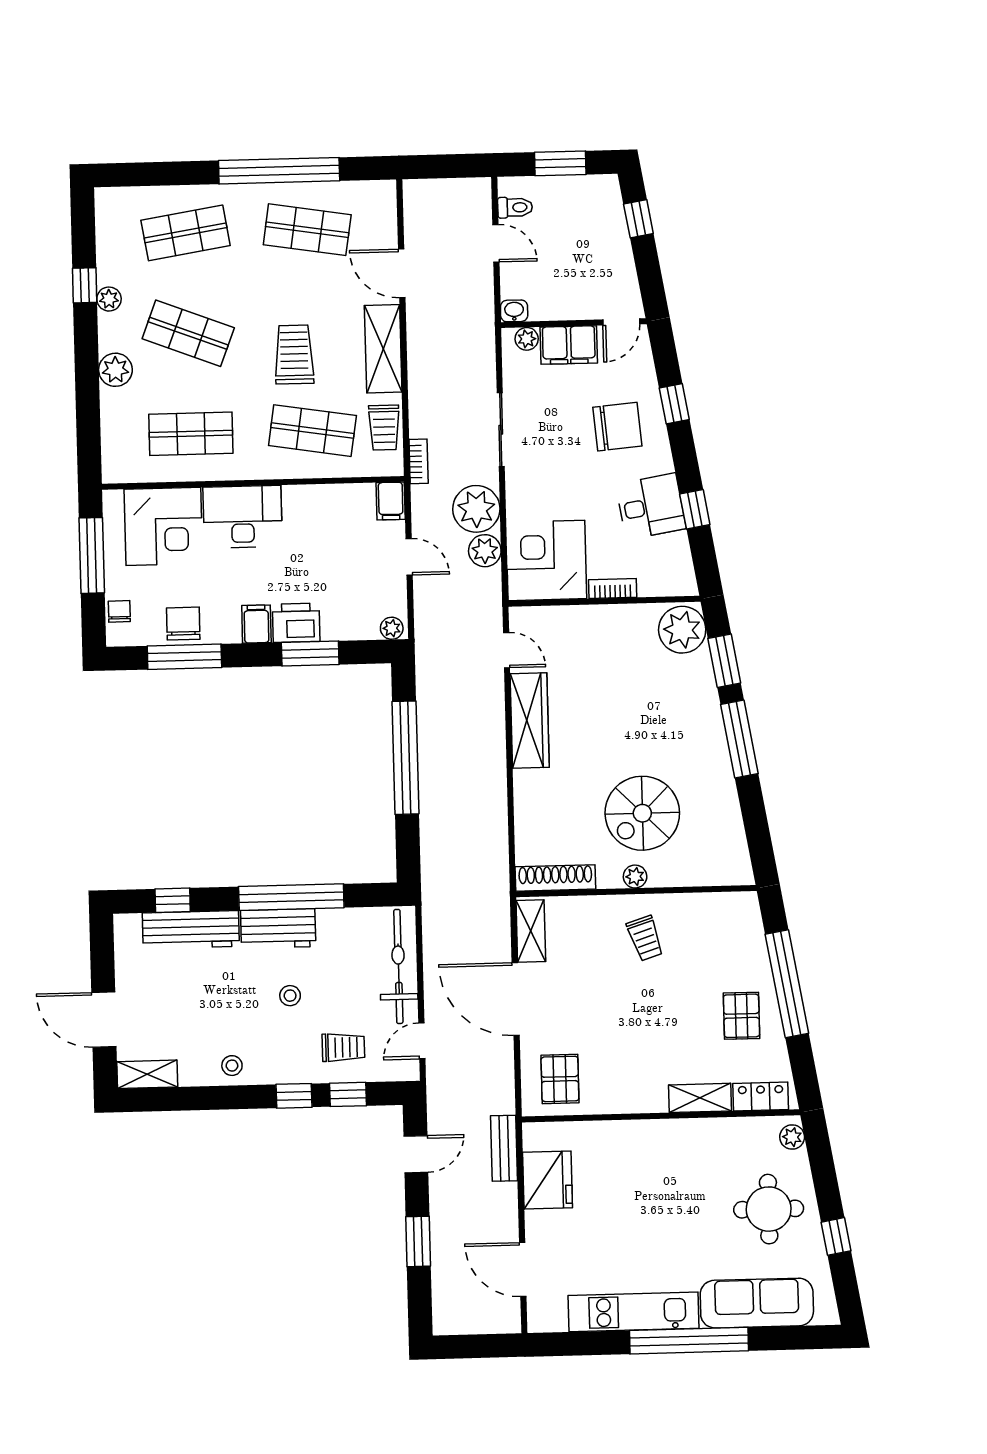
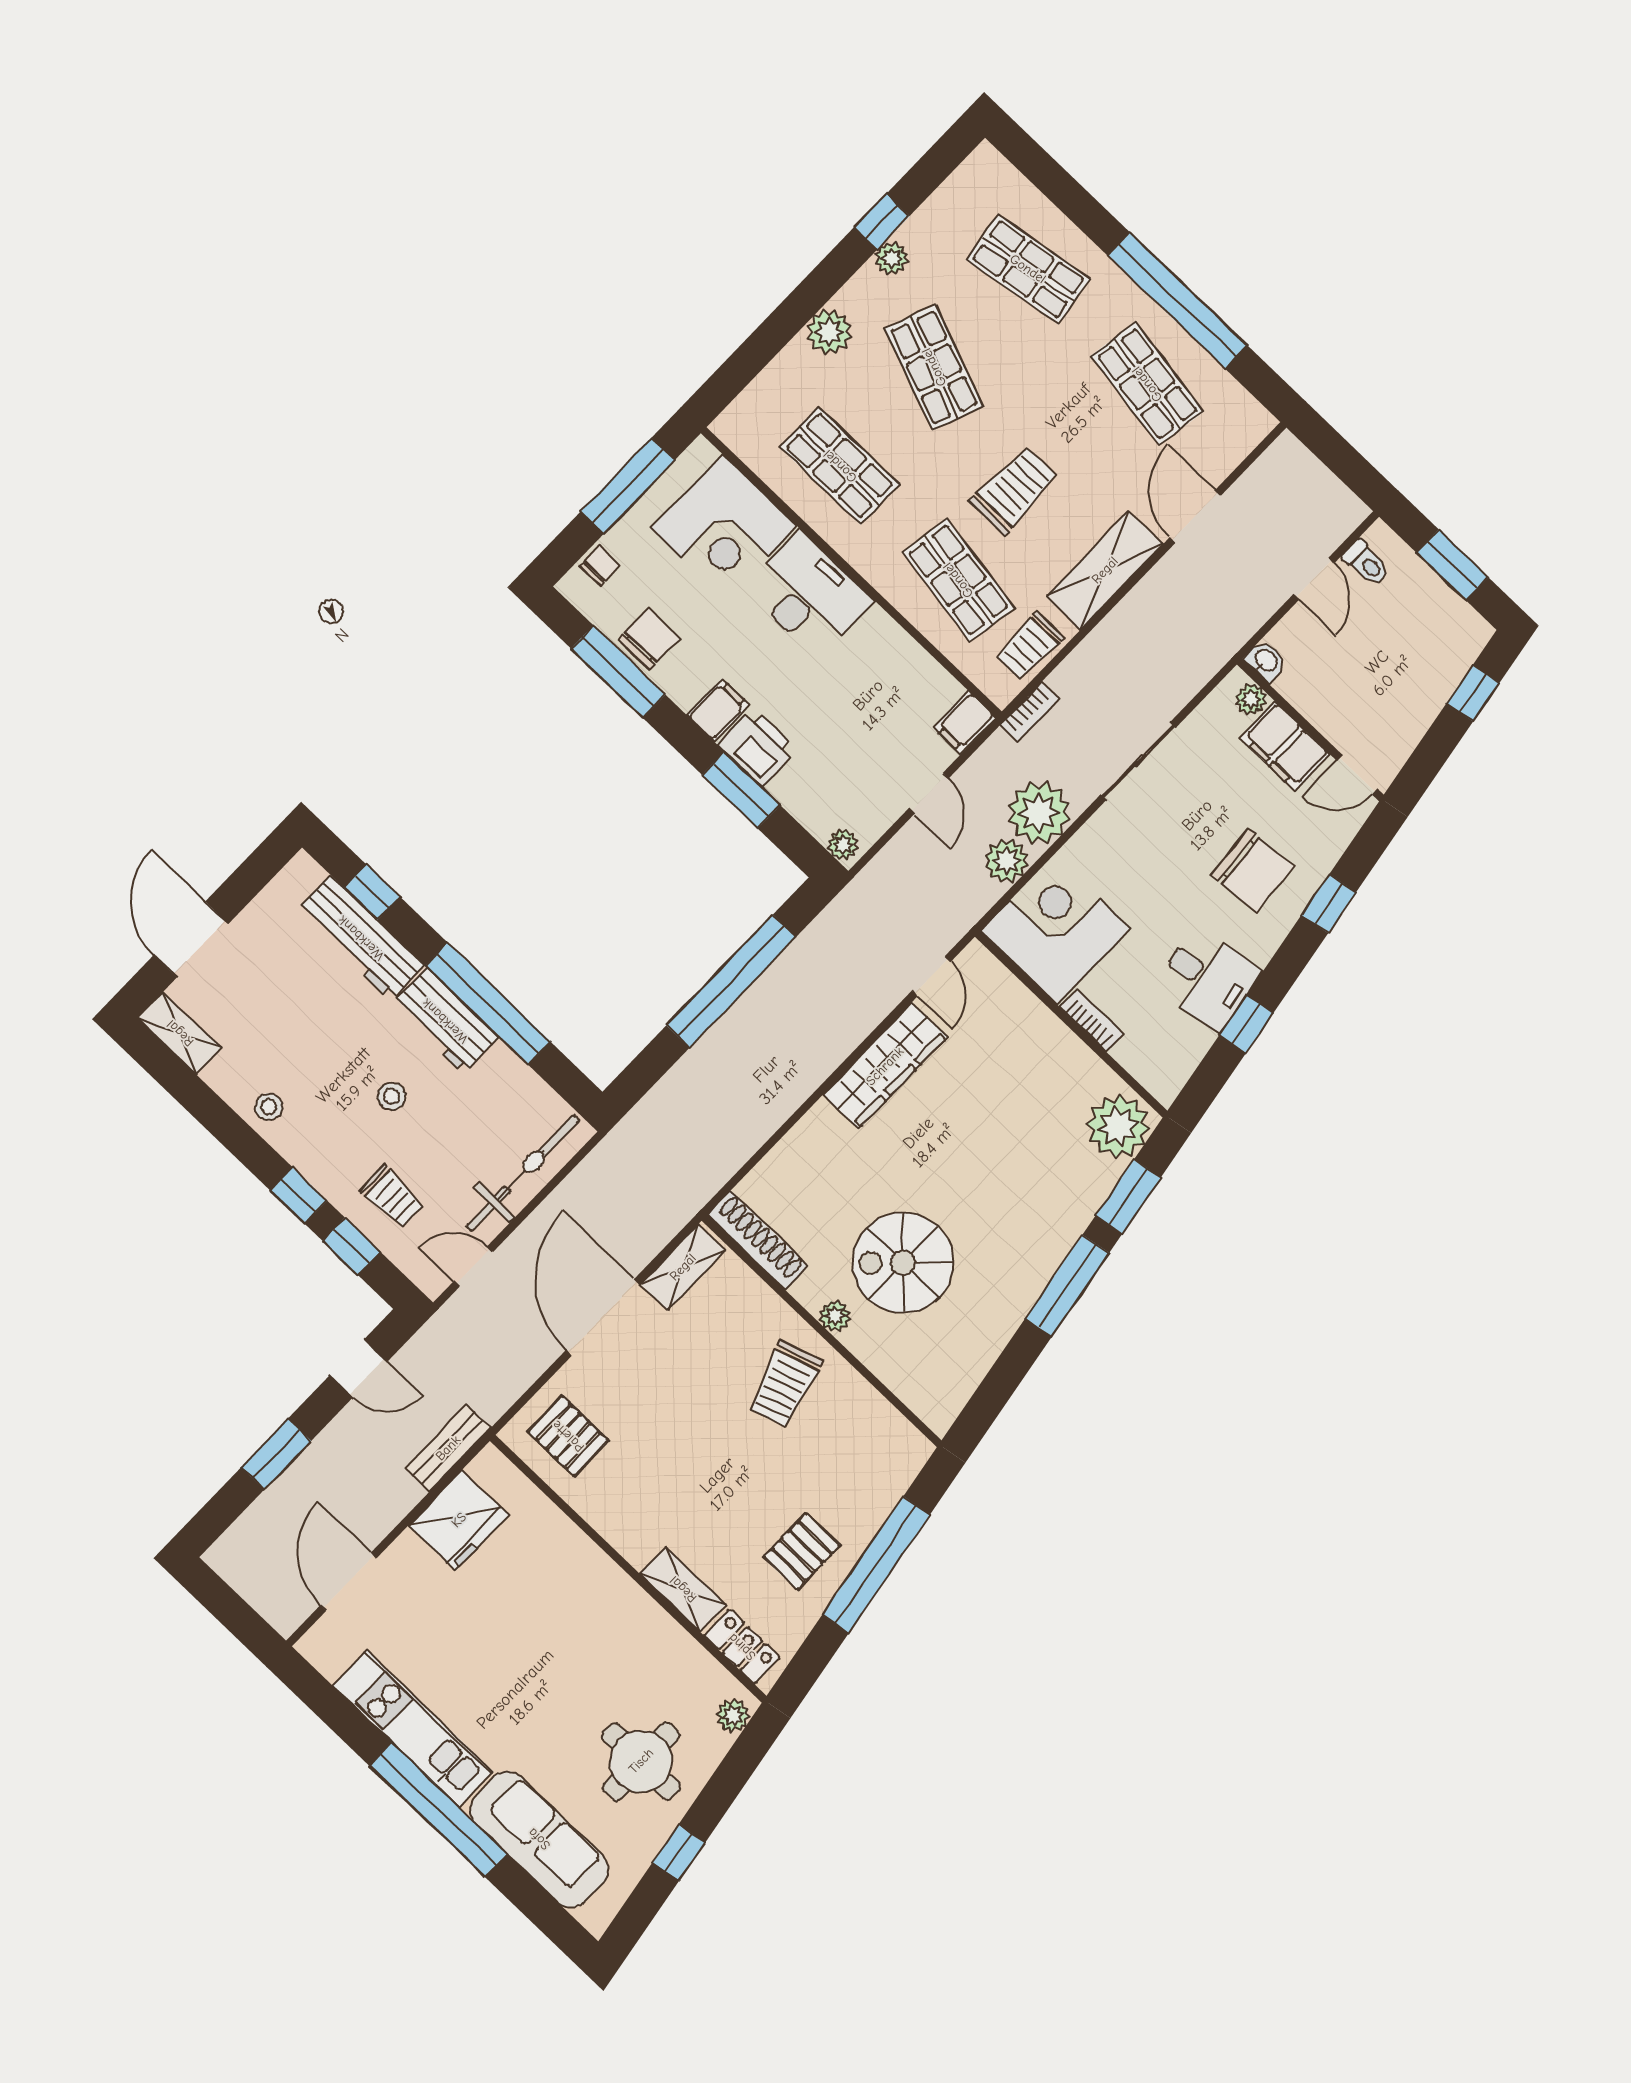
trolley: (645, 938) -> (785, 1384), width x1.36, depth x1.39
pallet: (560, 1079) -> (568, 1436), turned 90

